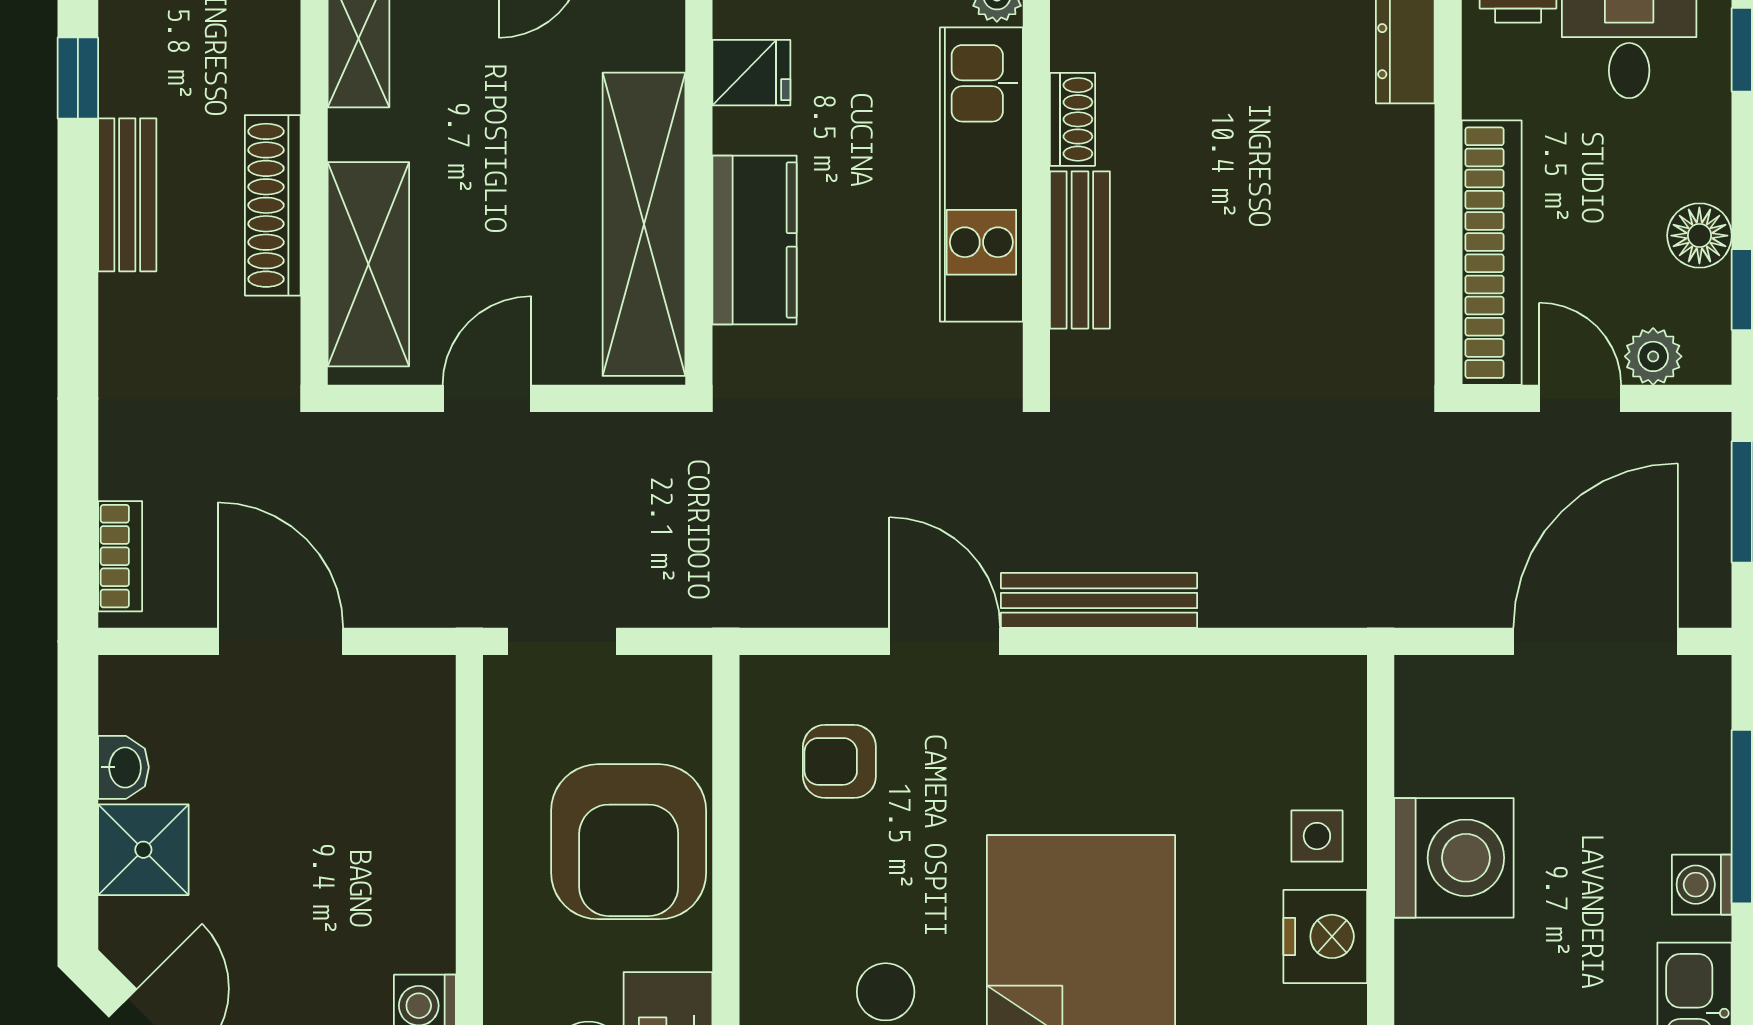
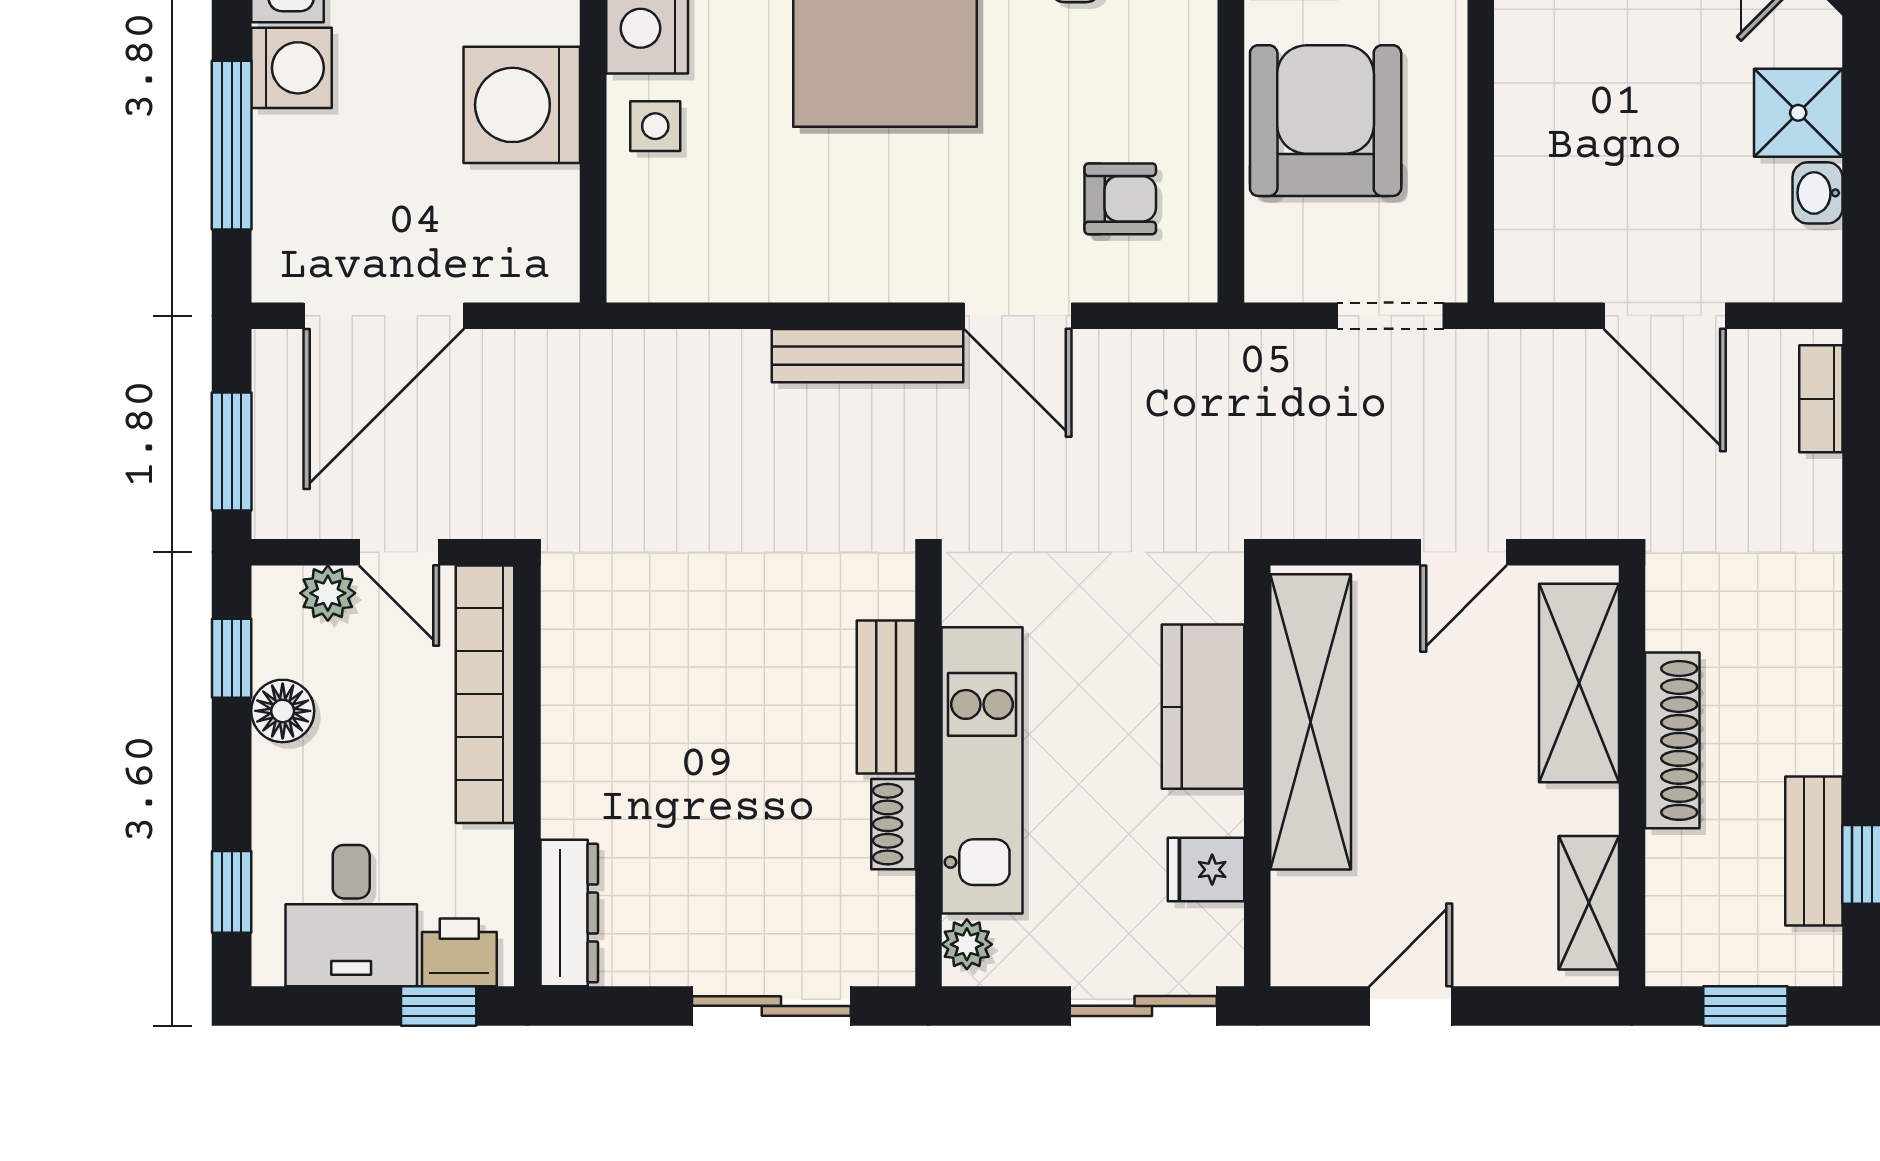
bench: (127, 195) -> (1814, 851), moved
washing machine: (1702, 885) -> (291, 68), width x1.38, depth x1.38

